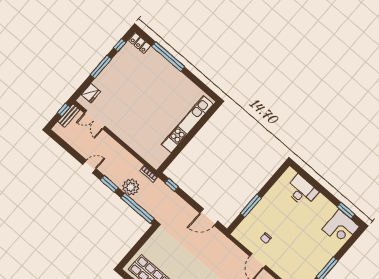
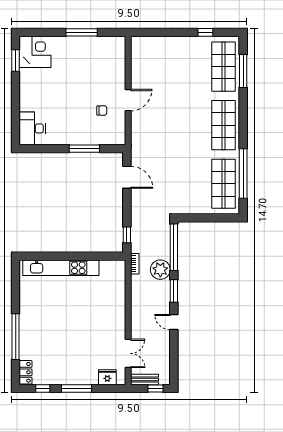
window: (64, 110) -> (156, 389), moved
desk: (302, 191) -> (32, 128), moved

